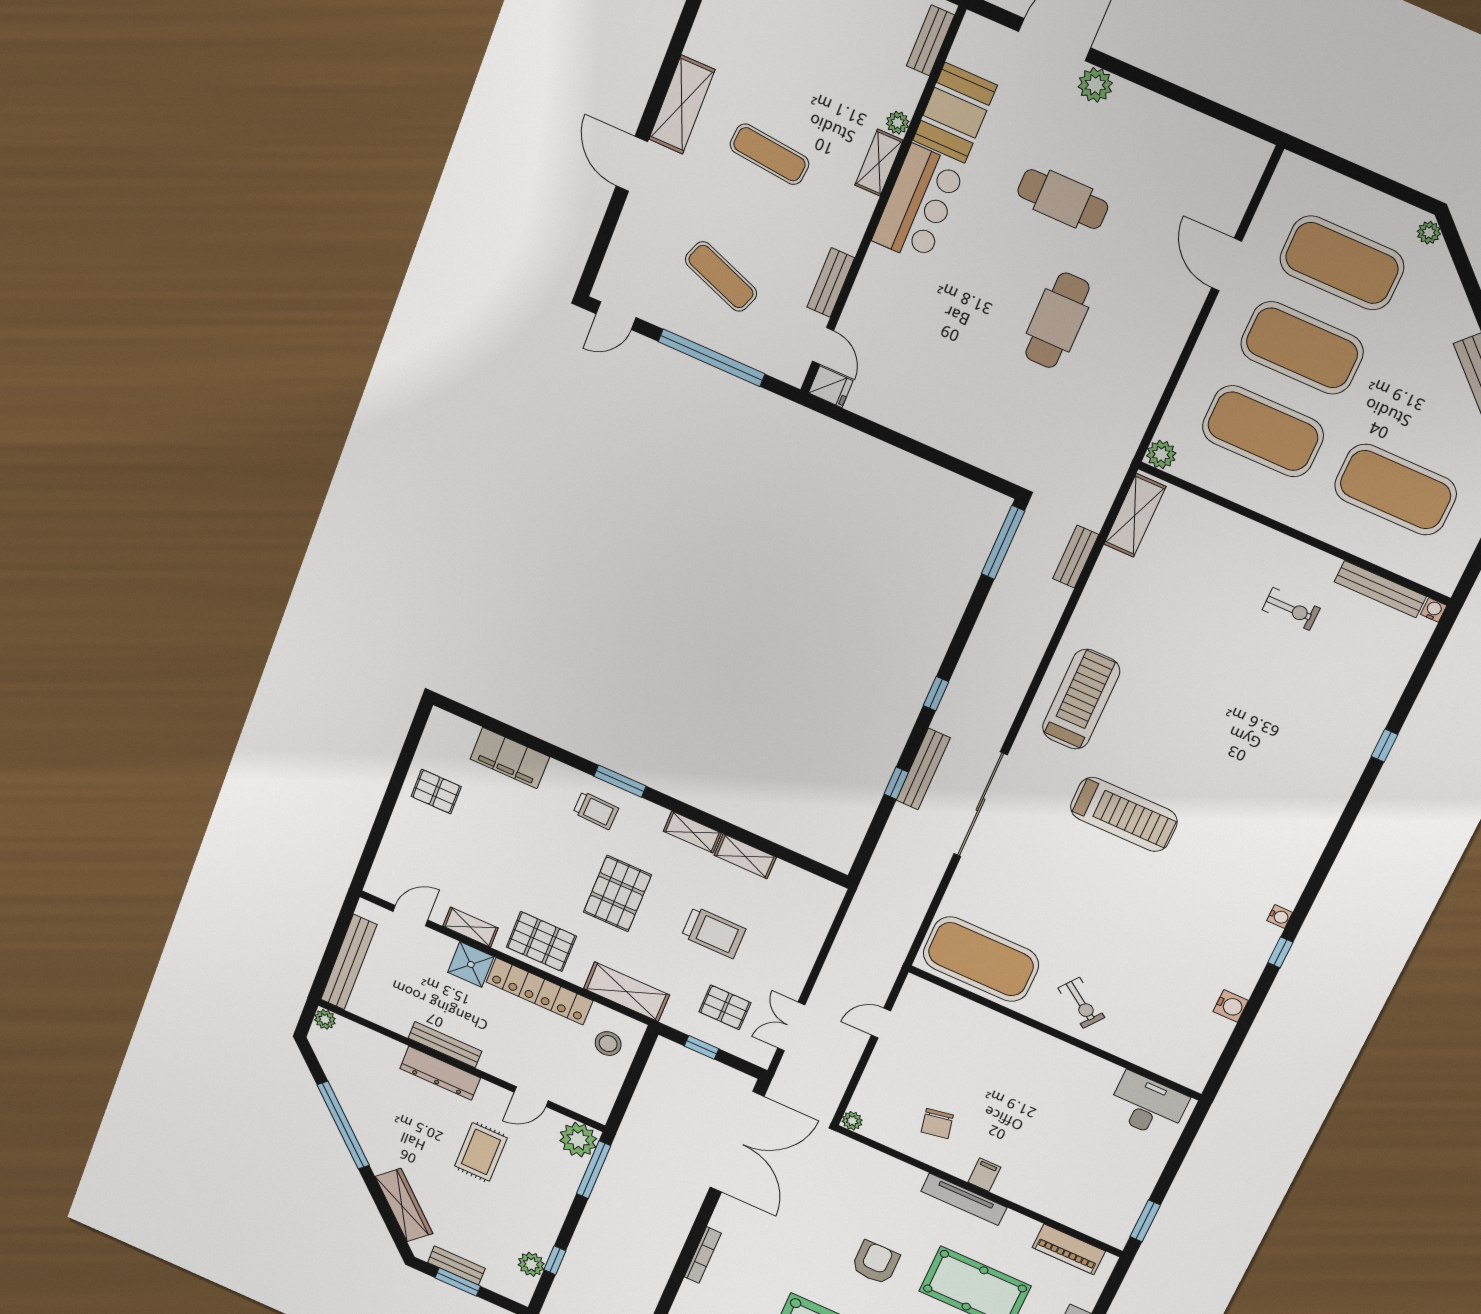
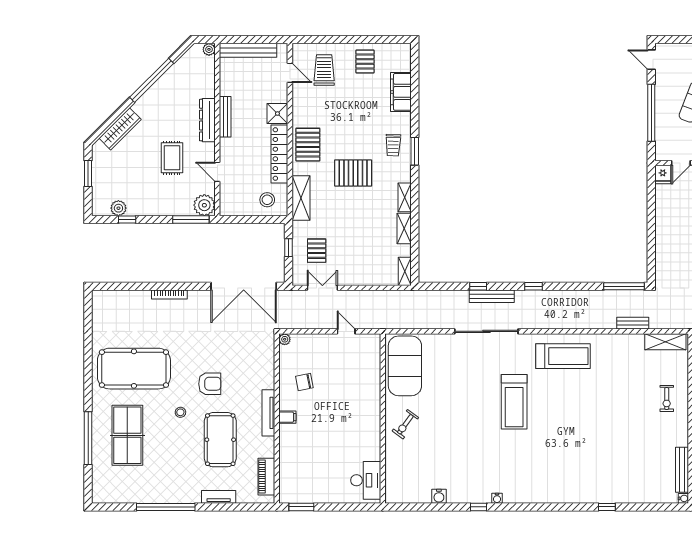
exercise bike: (1291, 609) -> (667, 398), moved
shelving: (471, 927) -> (405, 271), moved
trolley: (714, 933) -> (324, 70), moved, turned 180
rug: (481, 1152) -> (172, 158), turned 90
bench: (456, 1265) -> (98, 169), removed

